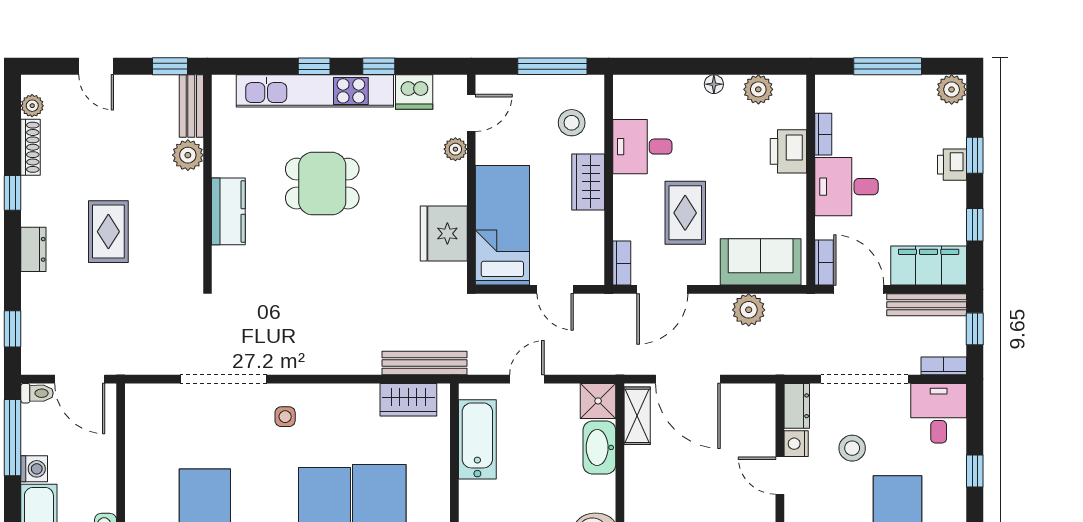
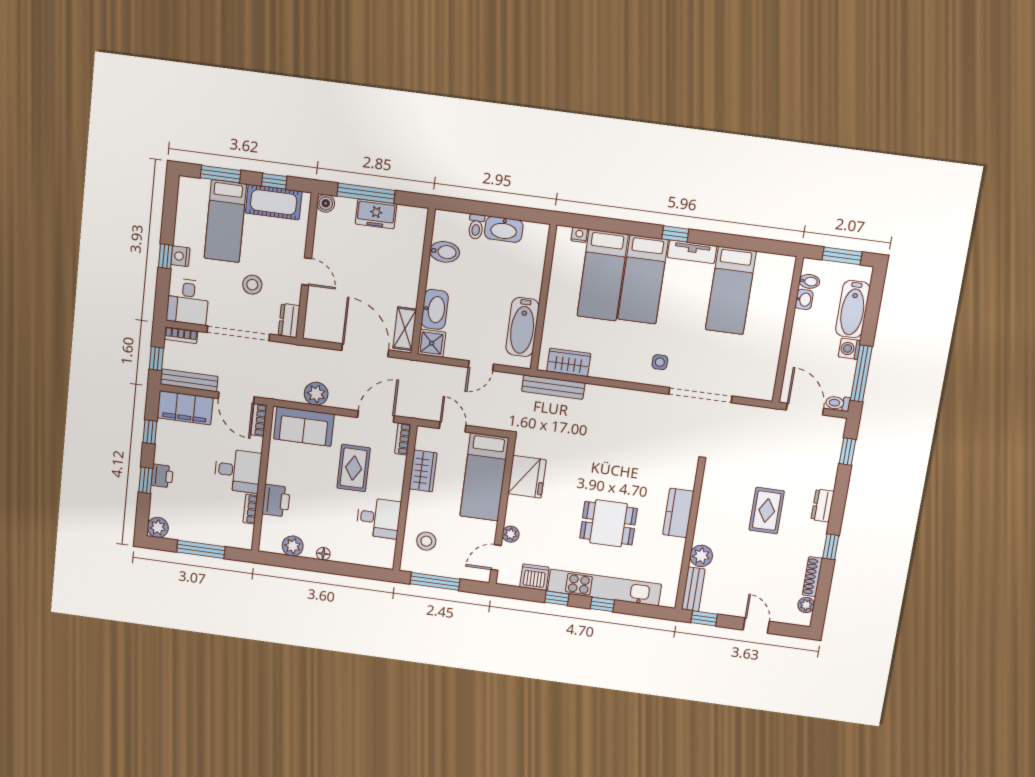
wardrobe: (588, 182) -> (423, 471), moved
nightstand: (796, 444) -> (180, 256), moved, turned 180

